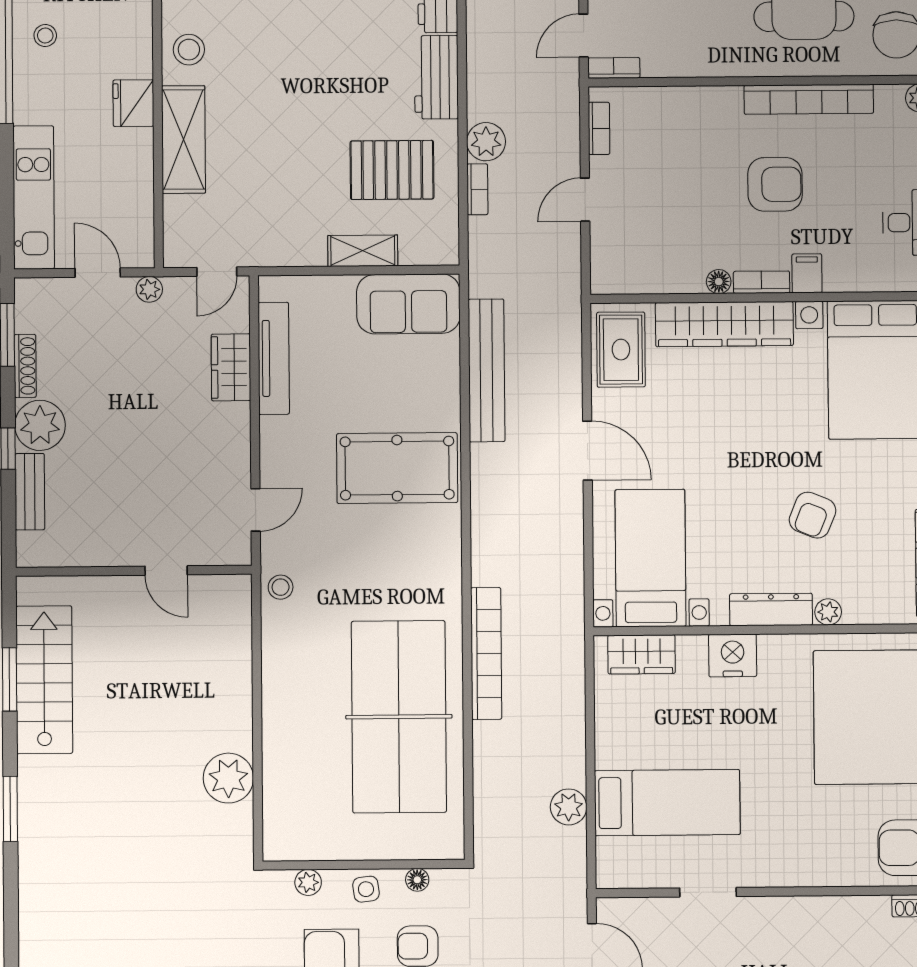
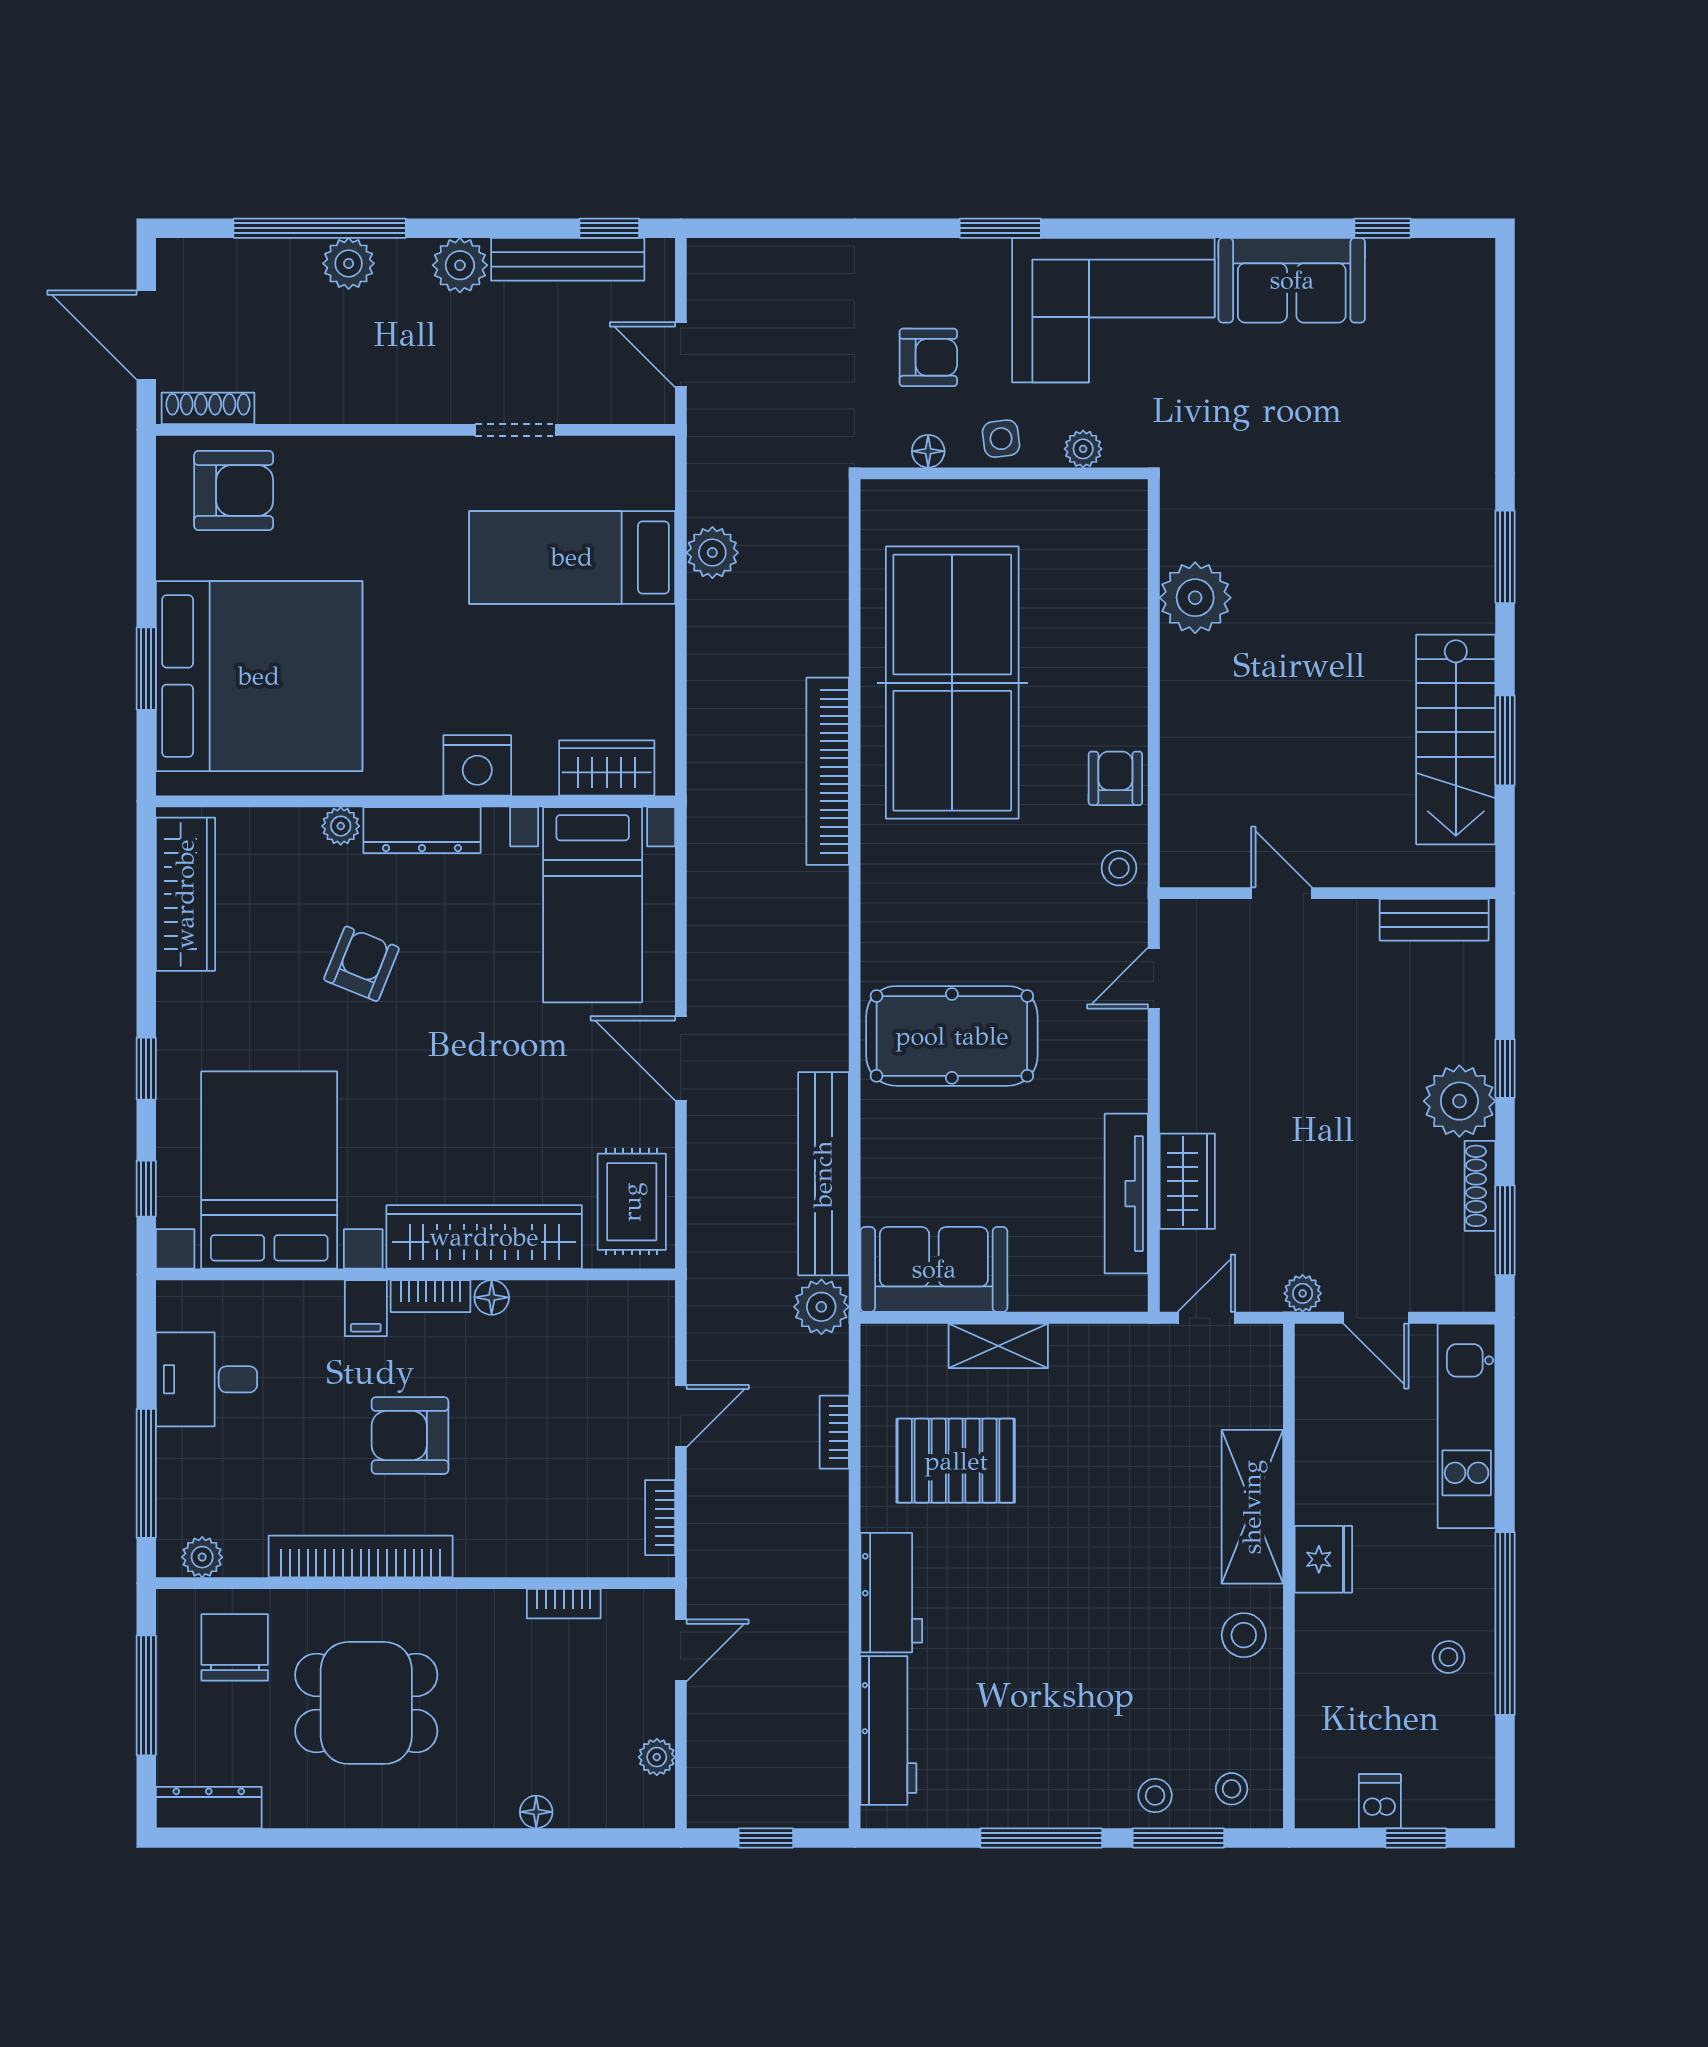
bookcase: (614, 68) -> (564, 1604), moved
plant: (486, 142) -> (821, 1307), moved
bench: (30, 492) -> (1434, 920), moved, turned 90
armchair: (284, 650) -> (1115, 778), added

